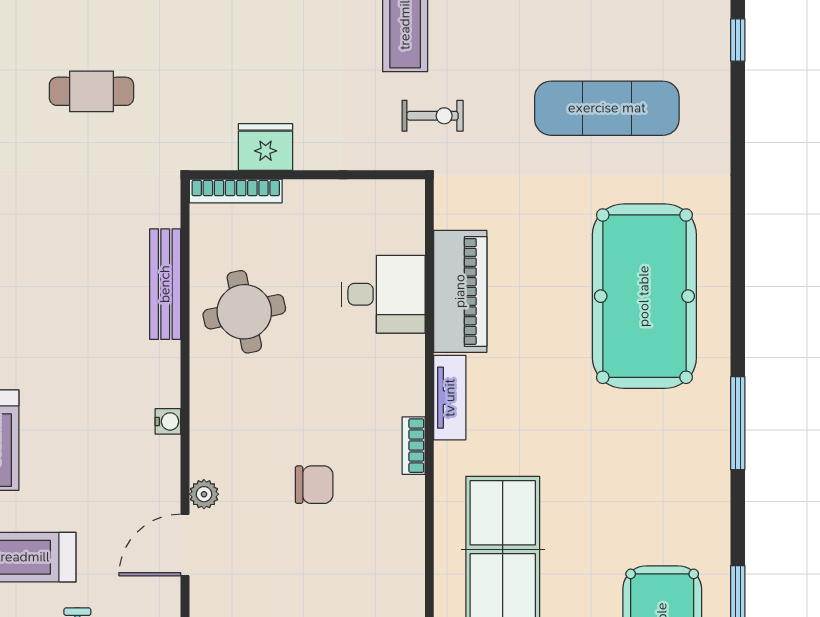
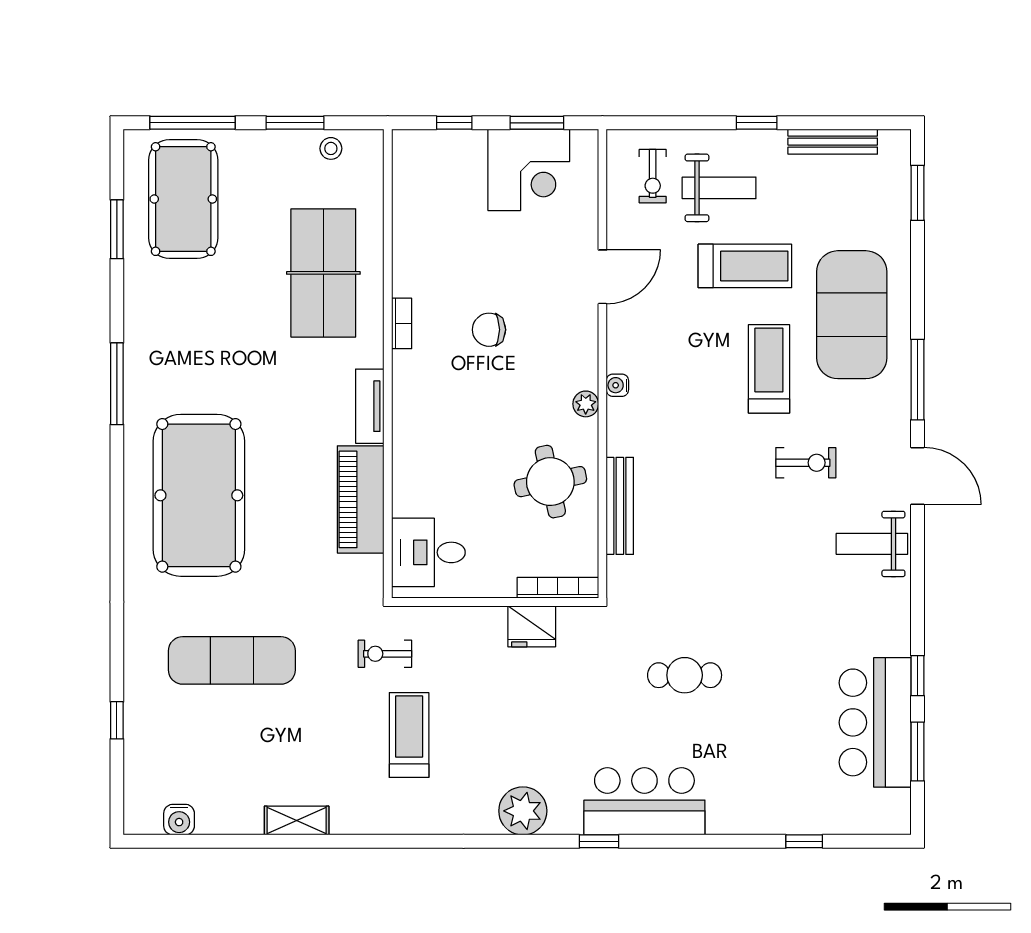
desk: (383, 294) -> (428, 552), moved
bookcase: (414, 446) -> (402, 323), moved
plant: (204, 494) -> (586, 404), moved

